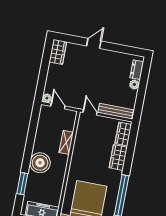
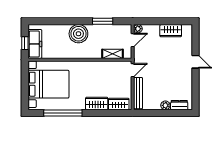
wardrobe: (58, 52) -> (171, 31), moved
shelving: (66, 142) -> (112, 54), moved
window: (22, 184) -> (103, 21), moved

